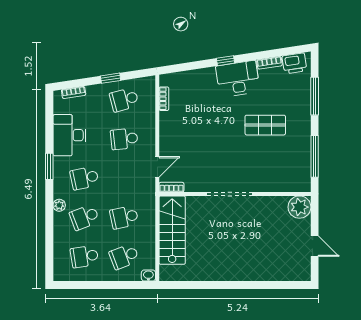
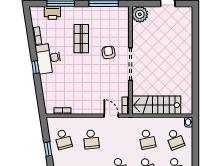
printer: (294, 63) -> (52, 13), moved, turned 99
armchair: (246, 163) -> (108, 52), added

